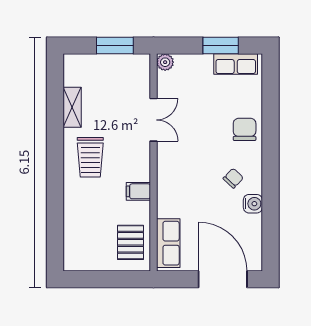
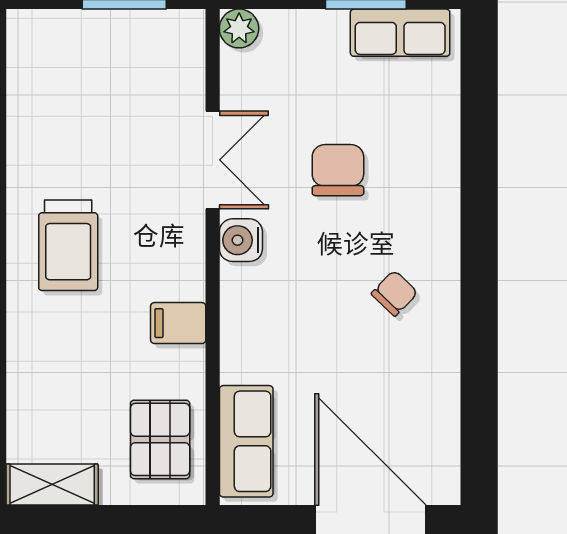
shelving: (72, 107) -> (52, 484), moved, turned 90
chair: (245, 129) -> (338, 170), moved
water cooler: (253, 204) -> (241, 240), moved, turned 180

